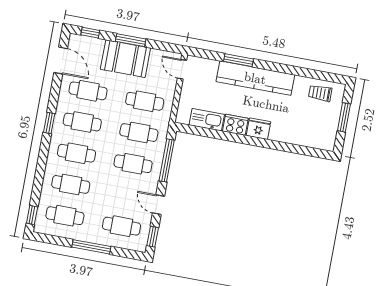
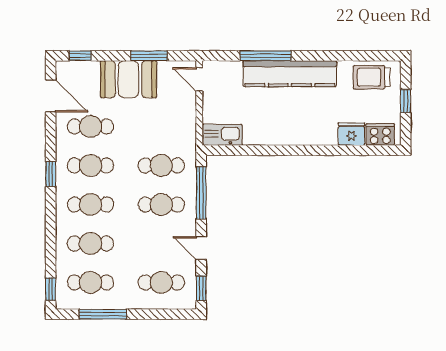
window: (131, 40) -> (149, 56), moved
window: (239, 60) -> (266, 56), width x1.44
trolley: (320, 93) -> (372, 77), width x1.36, depth x1.39
cafe table: (145, 101) -> (161, 126), removed
window: (344, 117) -> (406, 101), width x0.67
kitchen sink: (207, 120) -> (222, 135), moved
cooker: (235, 125) -> (380, 135), moved
fridge: (258, 129) -> (351, 134), moved
window: (91, 247) -> (103, 314), moved

